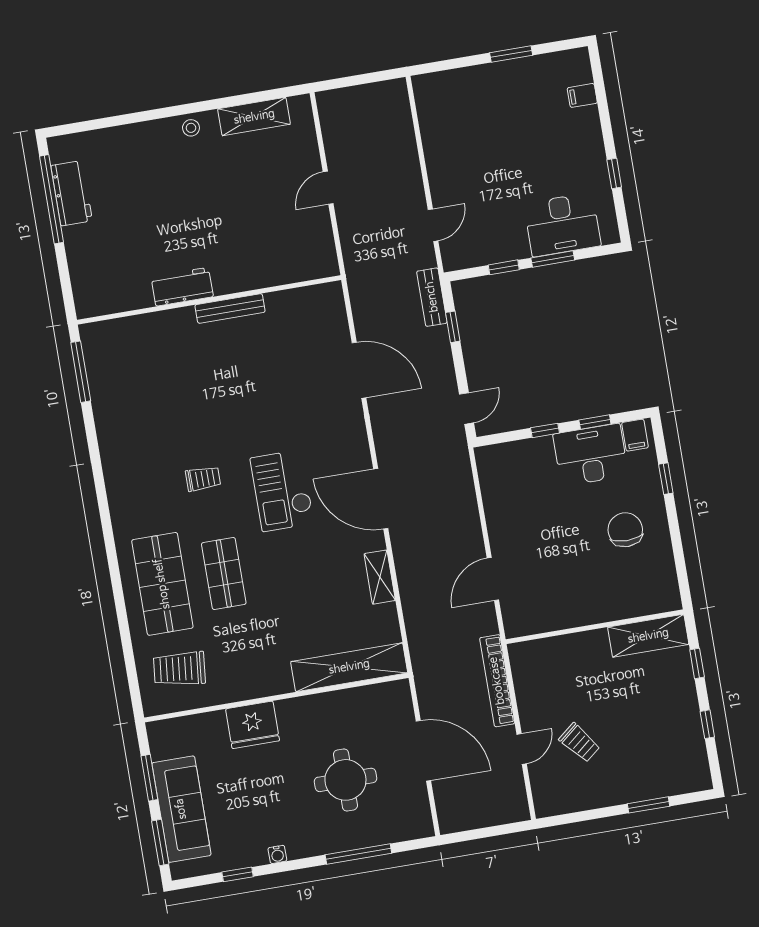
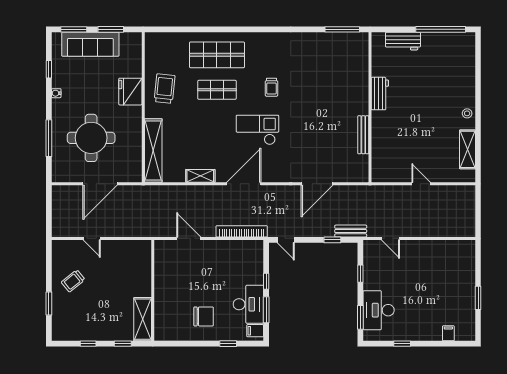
workbench: (72, 193) -> (403, 41), moved
window: (553, 259) -> (360, 317), moved
bench: (230, 308) -> (363, 135), moved
window: (595, 422) -> (266, 310), width x1.50
trolley: (179, 669) -> (165, 89), moved
bookcase: (497, 681) -> (242, 231), moved
trolley: (580, 743) -> (73, 281), moved
round table: (345, 780) -> (91, 138), width x1.36, depth x1.36

